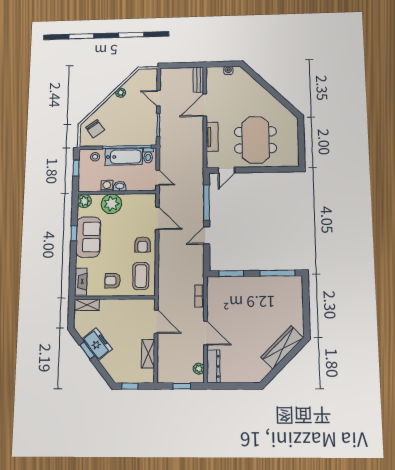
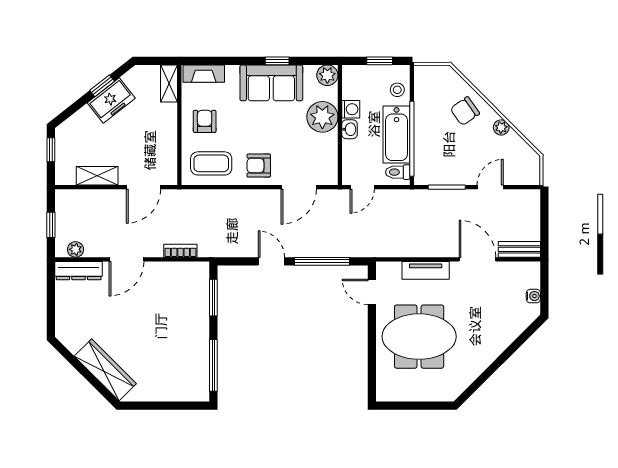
chair: (95, 129) -> (465, 111), moved

